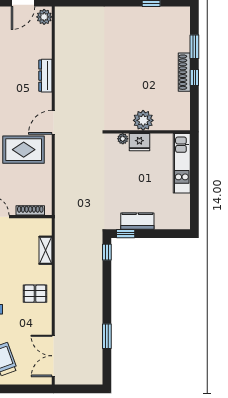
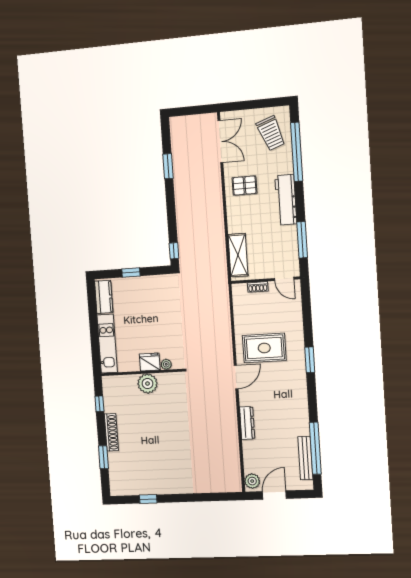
window: (194, 77) -> (99, 404), moved
shoe rack: (30, 210) -> (258, 287), width x0.70
kitchen counter: (137, 221) -> (104, 297), moved, turned -90
window: (126, 234) -> (131, 272), moved
shelving: (46, 250) -> (238, 255), width x1.50, depth x1.33
pallet: (35, 294) -> (245, 185), moved

